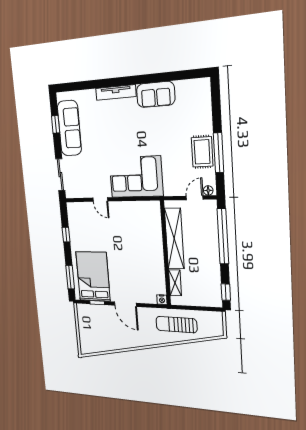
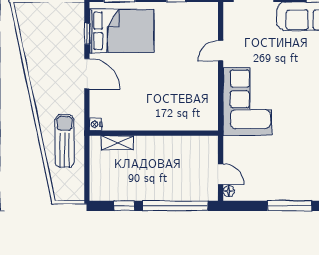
rug: (202, 152) -> (273, 186), removed
window: (219, 153) -> (290, 206), moved
shelving: (174, 239) -> (172, 146), removed
window: (226, 292) -> (124, 206), moved
door: (125, 304) -> (87, 74), swing flipped

